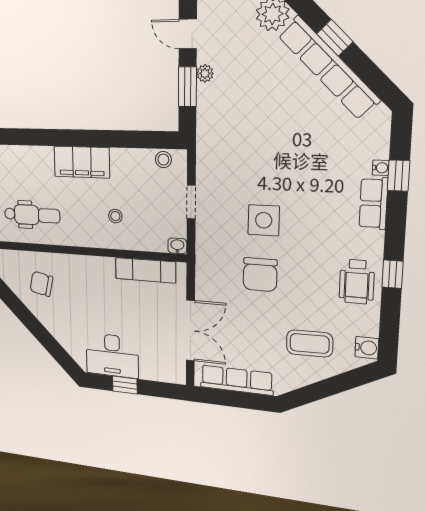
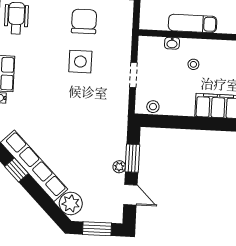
window: (335, 38) -> (17, 170), moved
washbasin: (177, 246) -> (172, 43), moved
exam couch: (146, 270) -> (193, 23), moved

